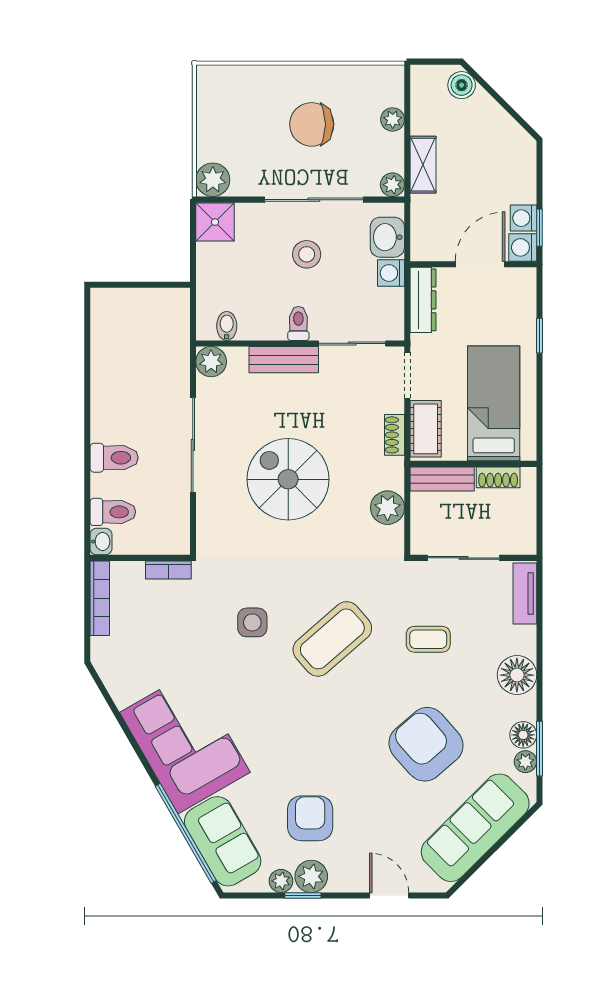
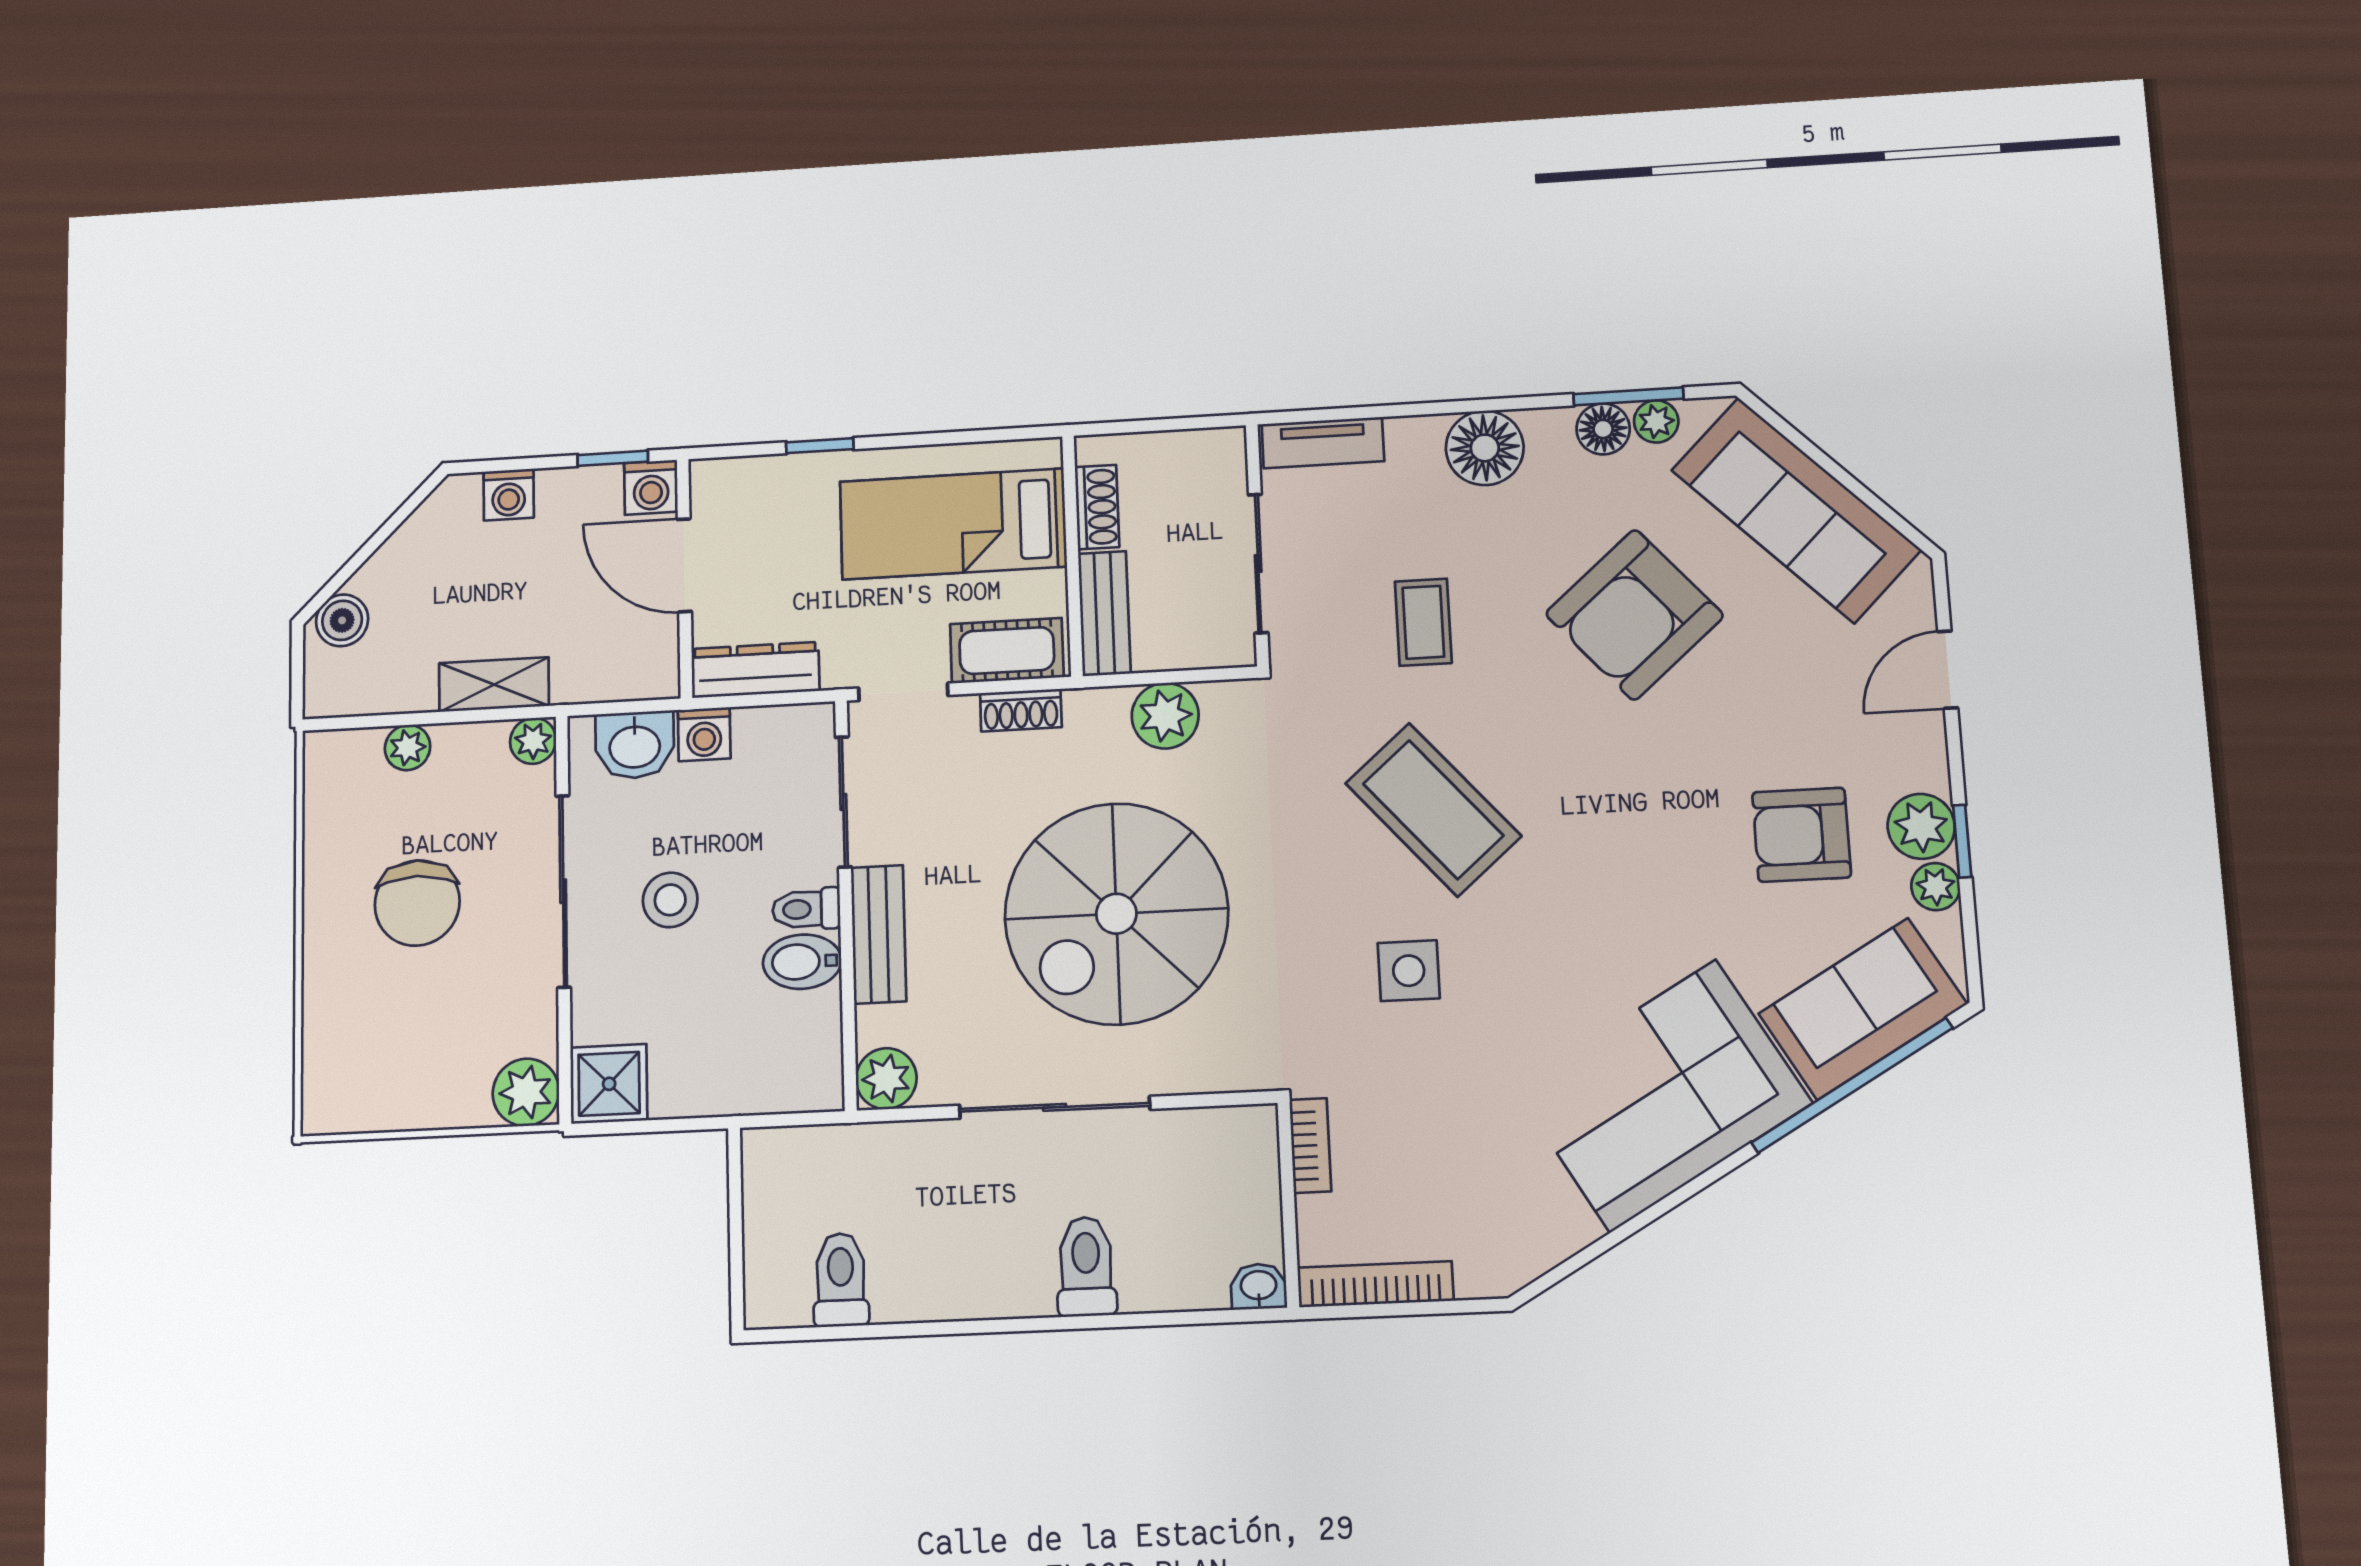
washing machine: (523, 218) -> (509, 495), moved
bidet: (227, 326) -> (802, 962), moved, width x1.38, depth x1.36
spiral stairs: (288, 479) -> (1116, 914), width x1.37, depth x1.37
toilet: (113, 512) -> (841, 1280), moved

